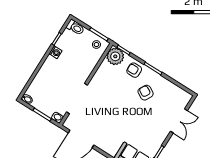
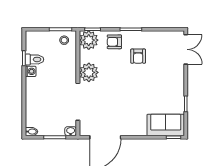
toilet: (75, 27) -> (34, 59), moved
plant: (100, 81) -> (89, 72), added
armchair: (146, 93) -> (138, 56), turned -119
double door: (179, 121) -> (186, 49), moved

